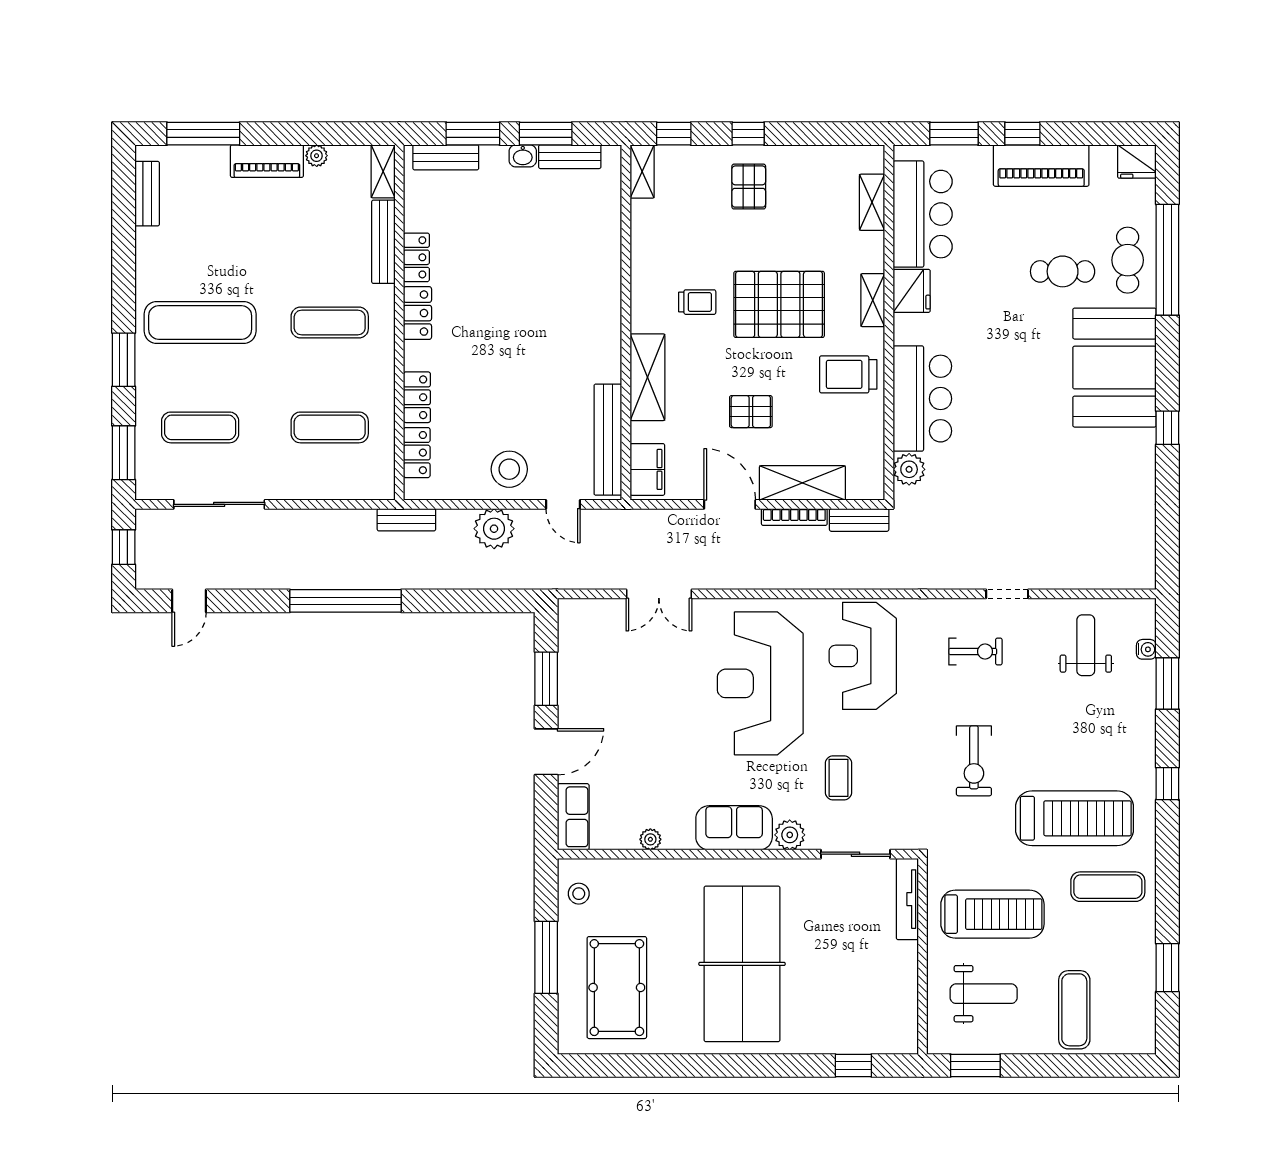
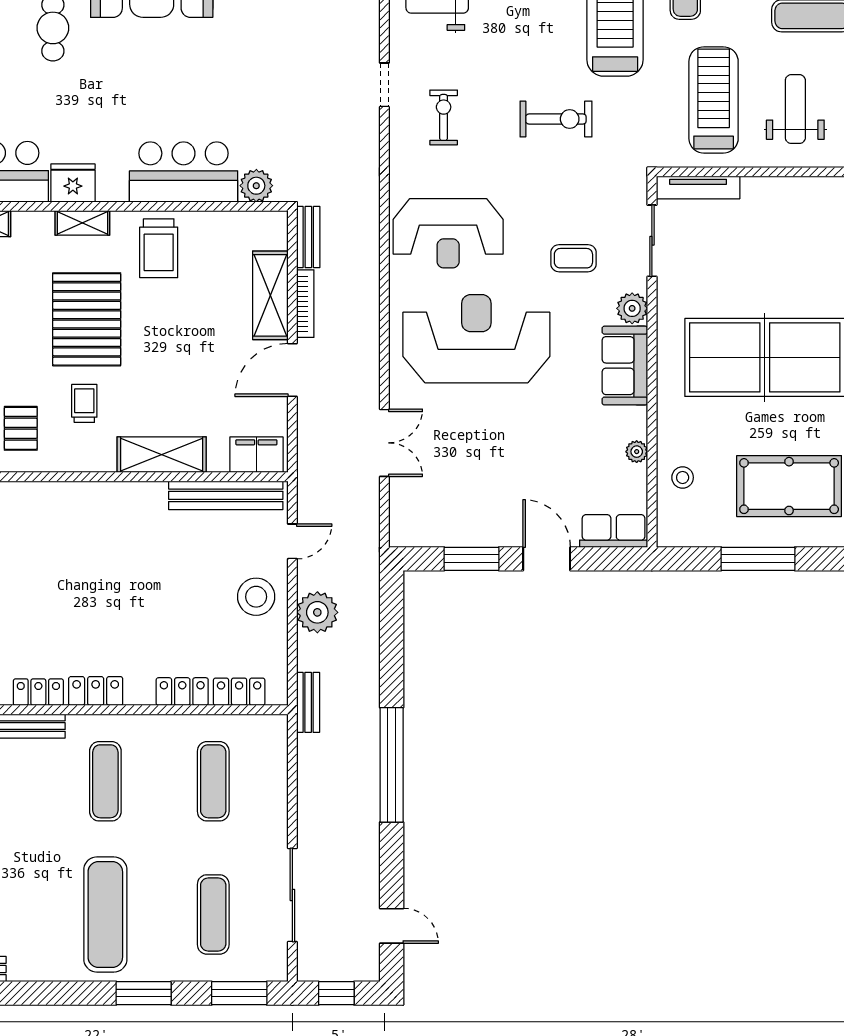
pallet: (751, 412) -> (21, 428), moved
reception desk: (760, 683) -> (476, 339), turned 180
stool: (579, 894) -> (683, 477), moved

